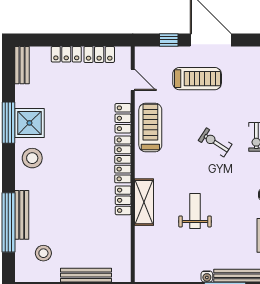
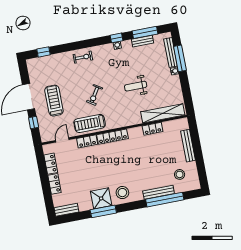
exercise bike: (215, 142) -> (95, 95), moved
locker: (123, 200) -> (153, 129), moved
shelving: (144, 202) -> (163, 113), moved, width x1.47

